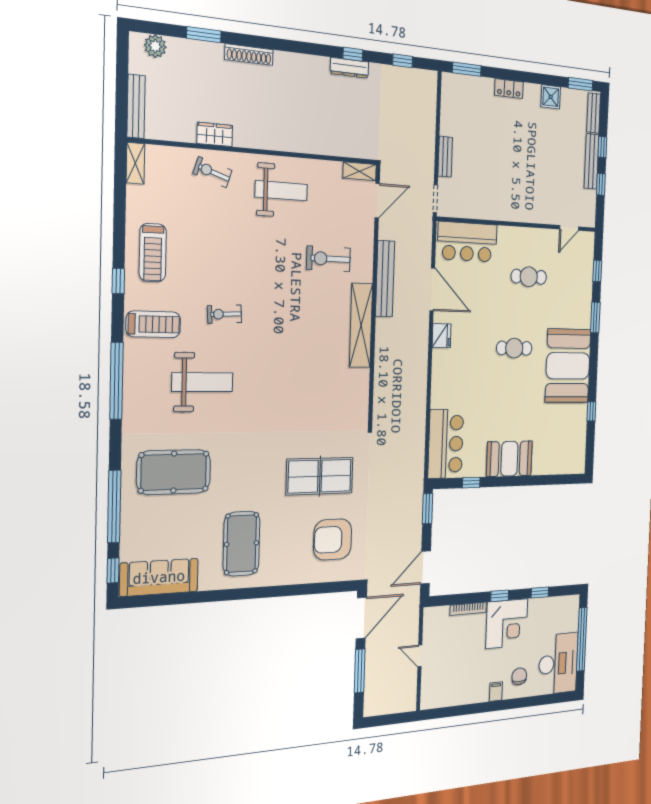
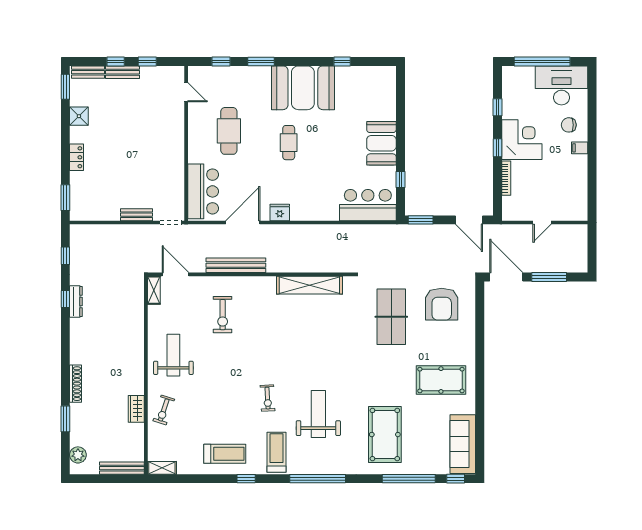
bench: (591, 161) -> (122, 72), width x0.73
cafe table: (529, 277) -> (229, 131), width x1.37, depth x1.35
shelving: (361, 325) -> (309, 285), moved

